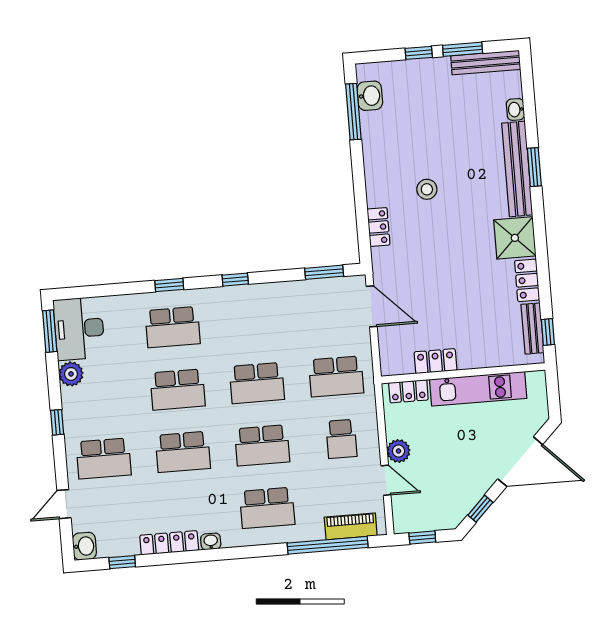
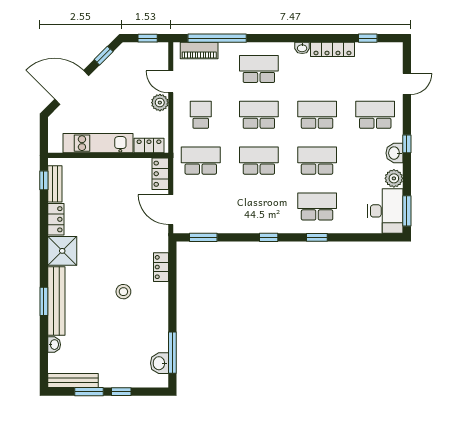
locker: (435, 361) -> (160, 174), moved, turned 90
washbasin: (84, 546) -> (394, 153), moved

